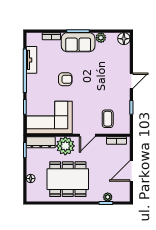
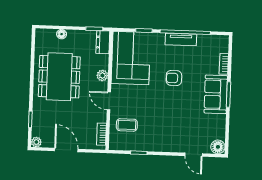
plant: (101, 38) -> (220, 120), removed
tv unit: (32, 60) -> (181, 40), moved
armchair: (65, 79) -> (174, 78), turned 90
door: (131, 81) -> (194, 155), moved
dresser: (41, 142) -> (103, 42), width x0.70
plant: (65, 146) -> (102, 75), width x0.53, depth x0.53
plant: (108, 197) -> (36, 142), moved

